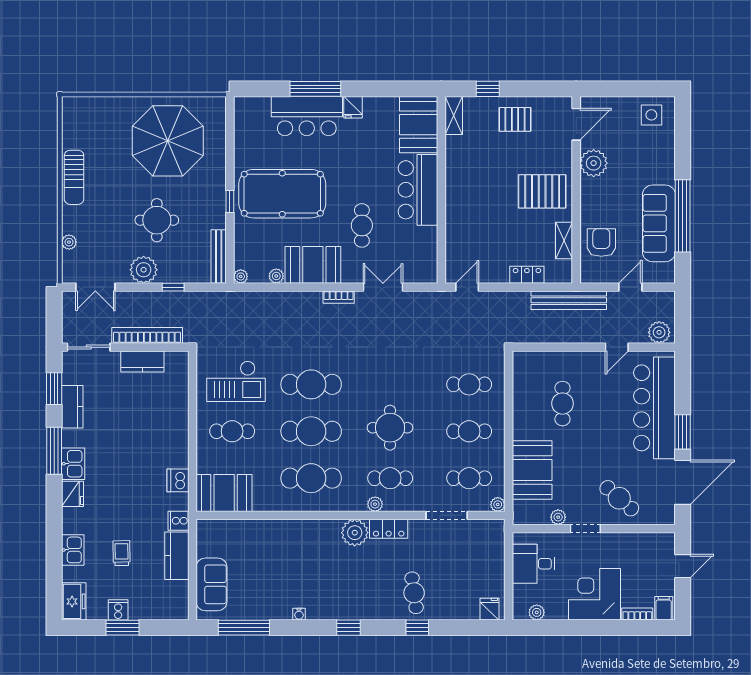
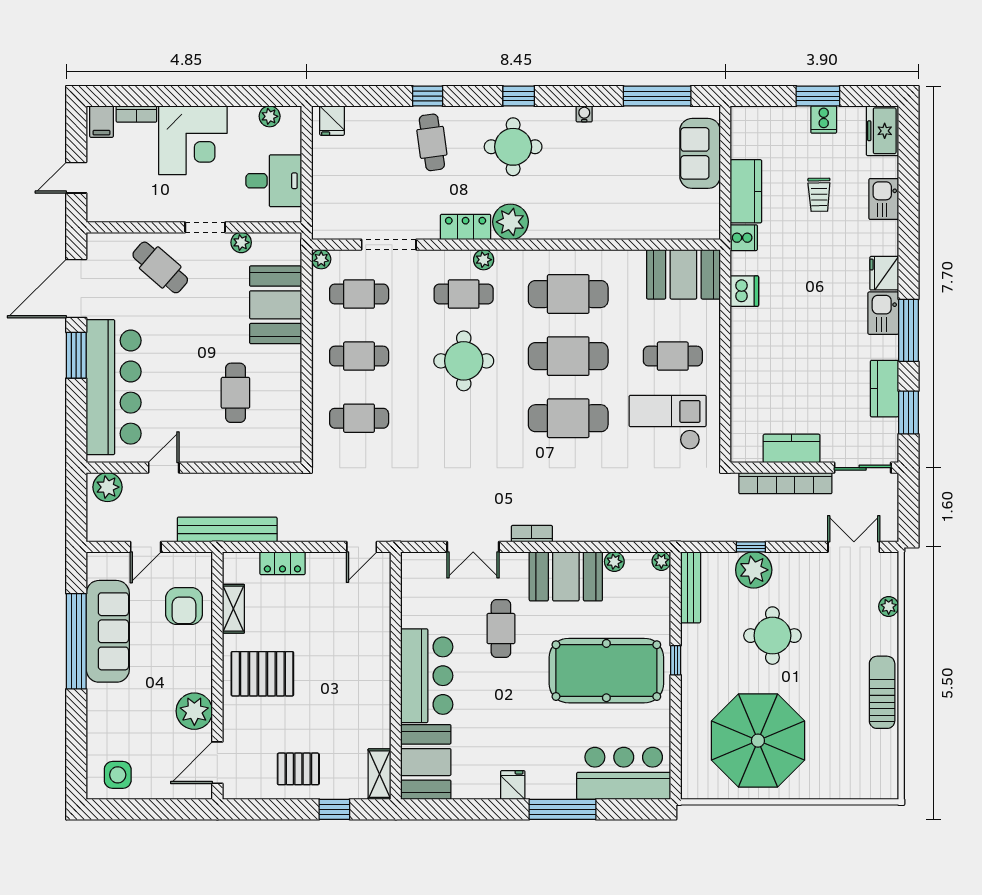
bar counter: (307, 116) -> (624, 773), moved
plant: (144, 270) -> (754, 570), moved
round table: (353, 589) -> (513, 147), added

